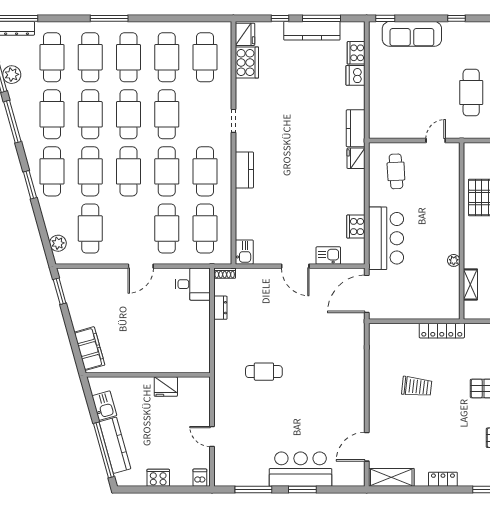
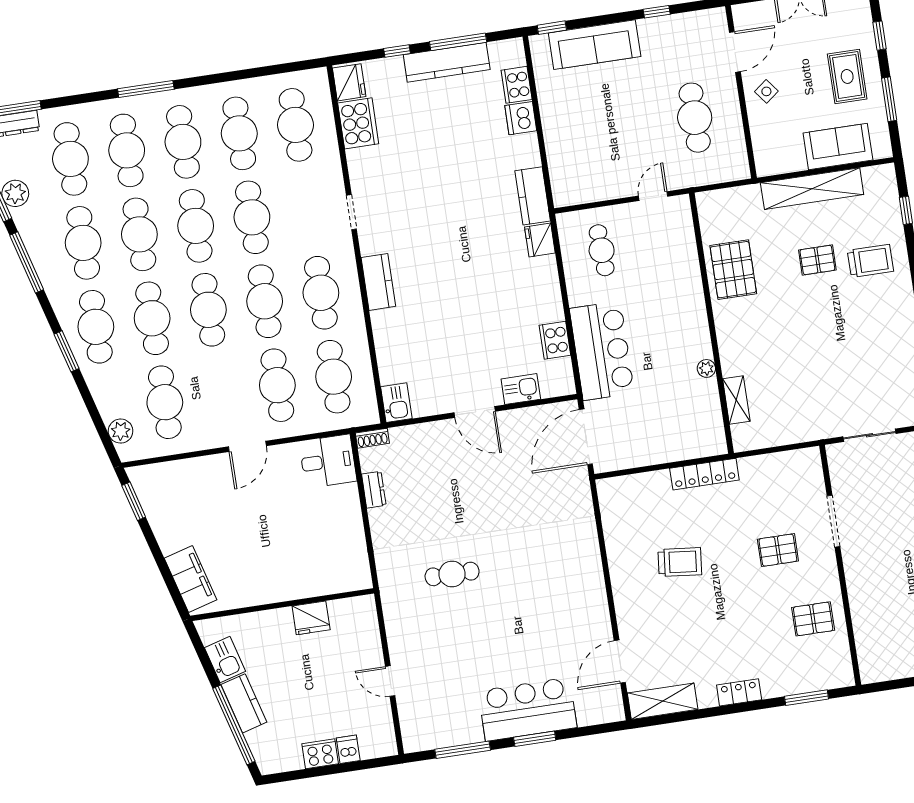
kitchen counter: (115, 445) -> (244, 703), width x0.67
dishwasher: (200, 478) -> (348, 749), moved

